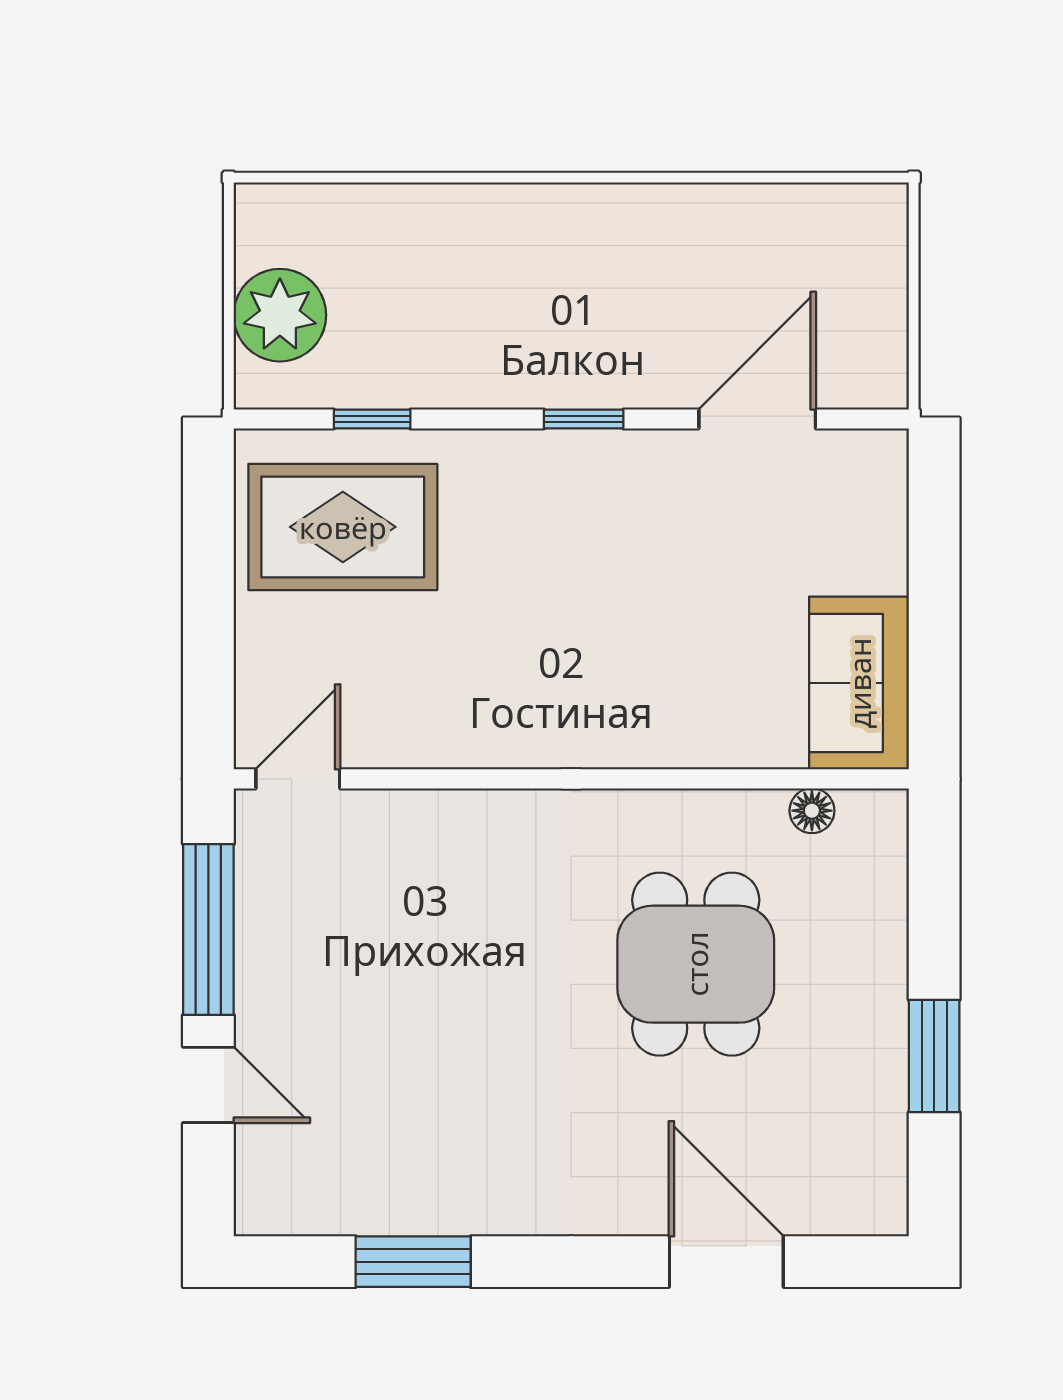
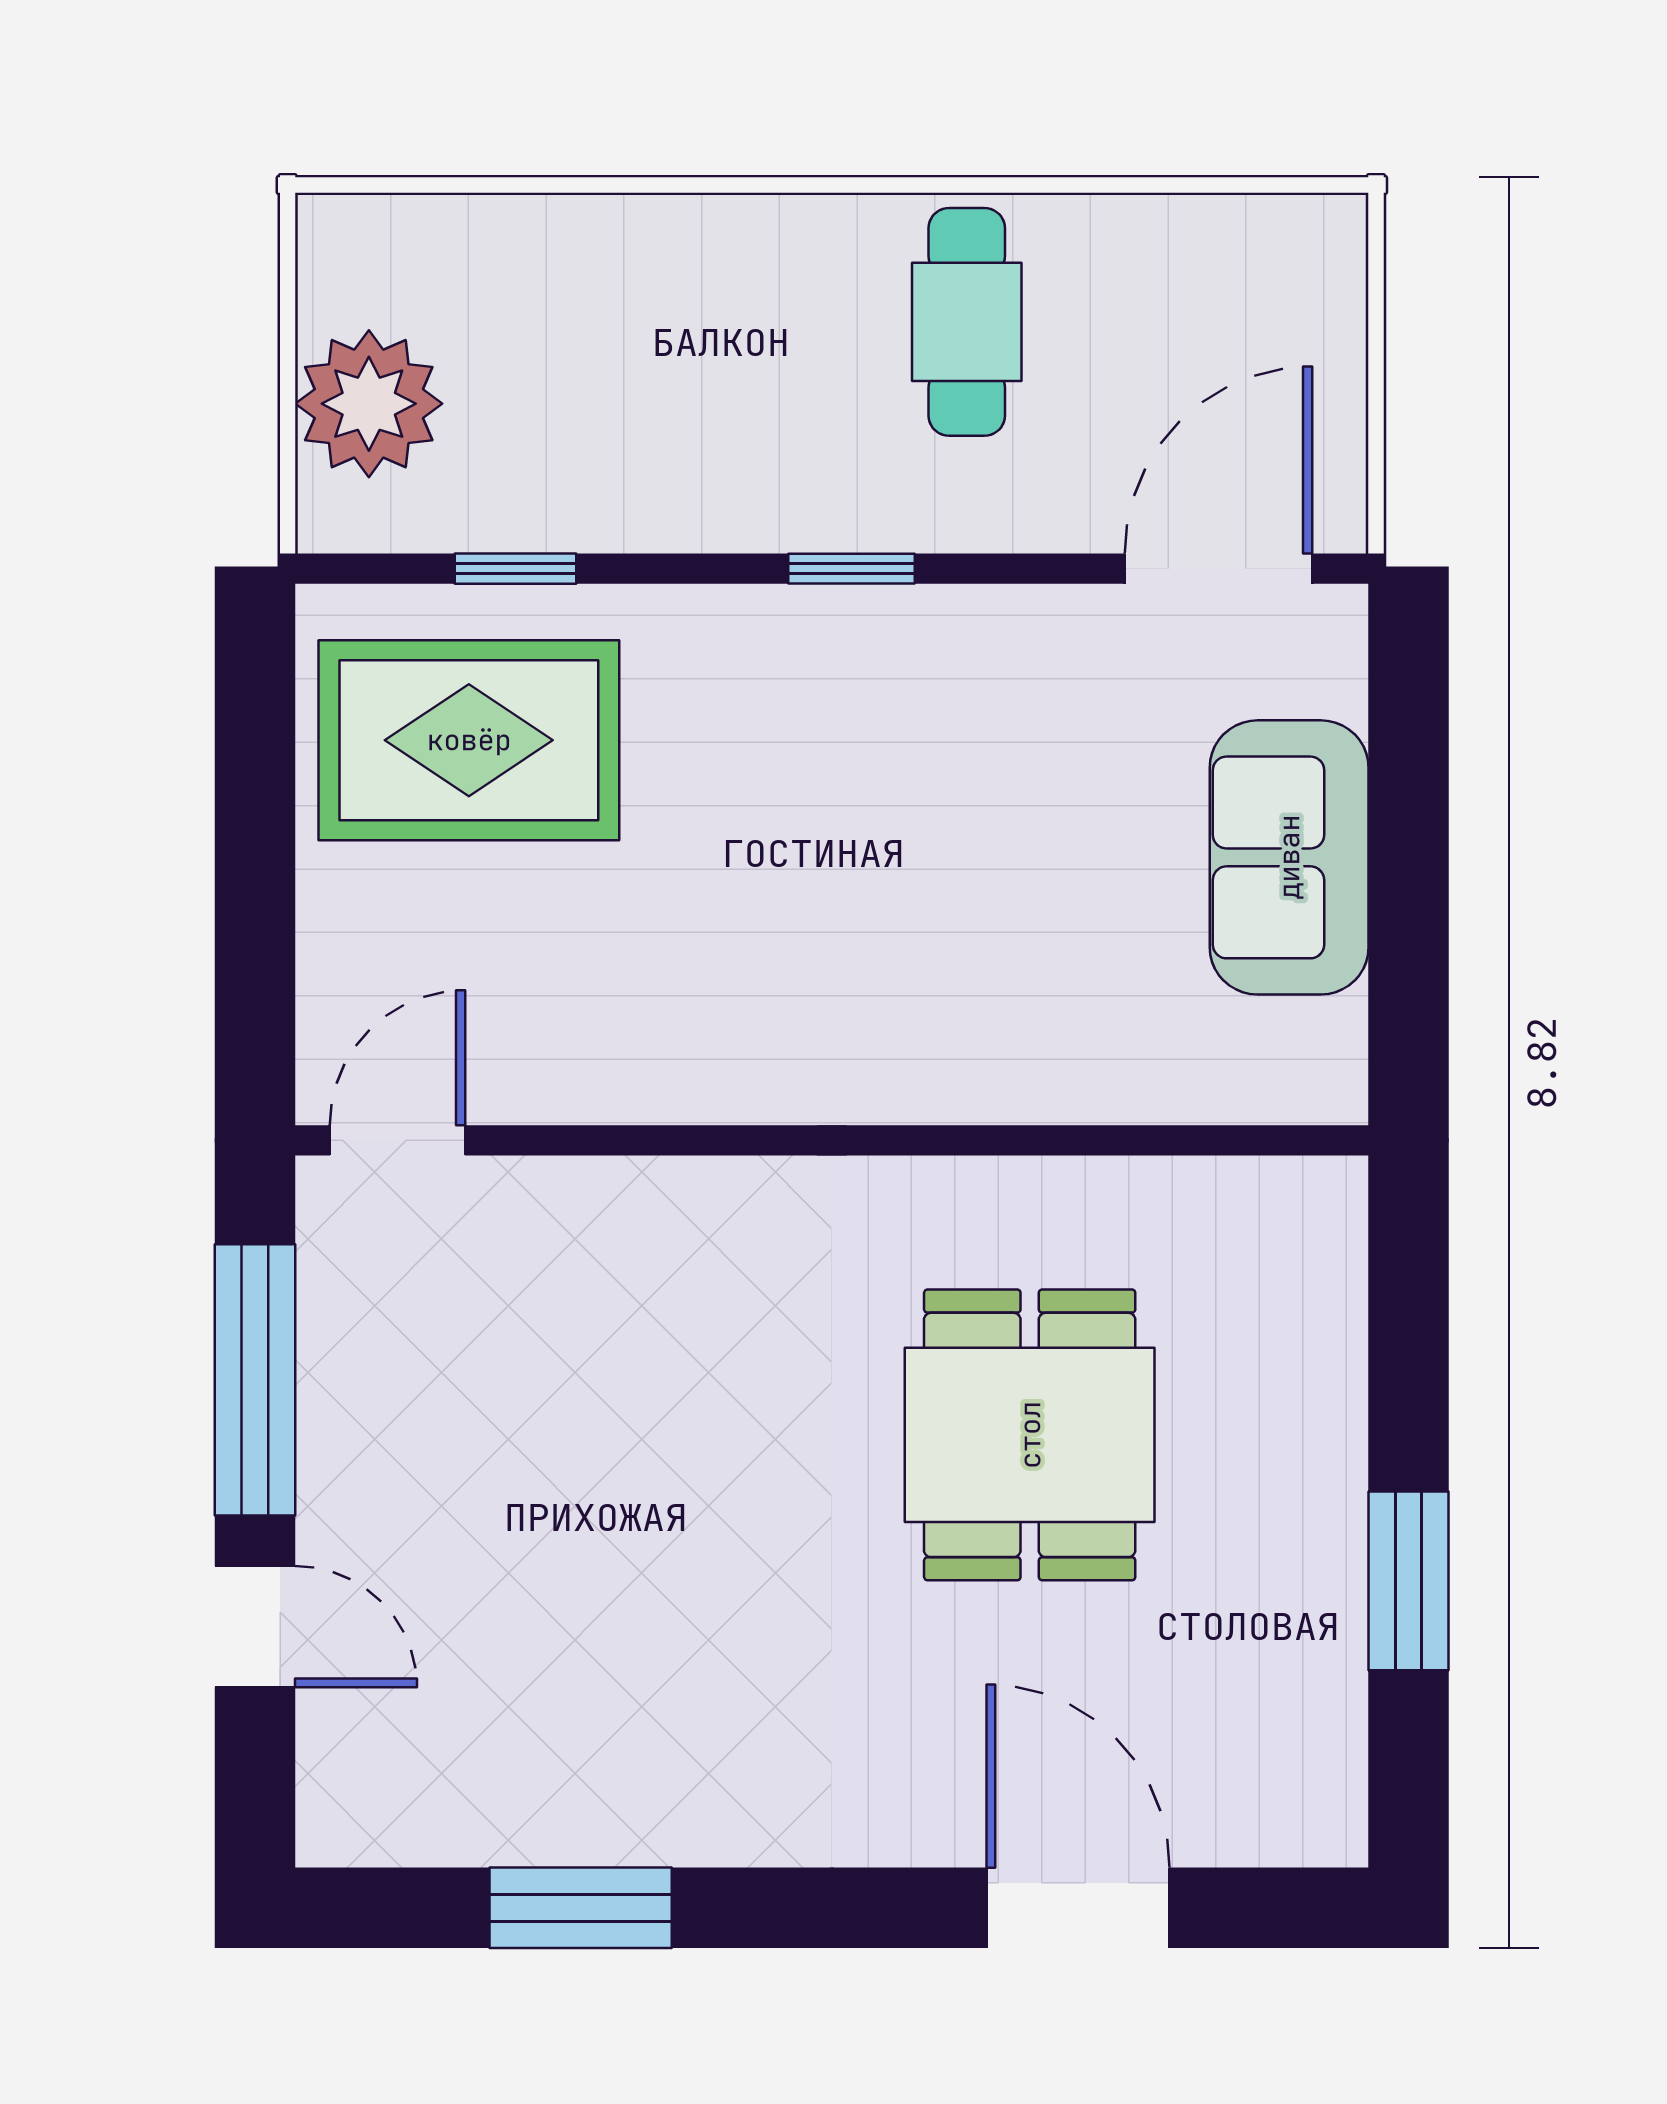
cafe table: (656, 264) -> (967, 322), added
door: (757, 419) -> (1219, 569), moved
sofa: (859, 683) -> (1289, 857), moved
floor lamp: (812, 811) -> (1214, 1191), removed

